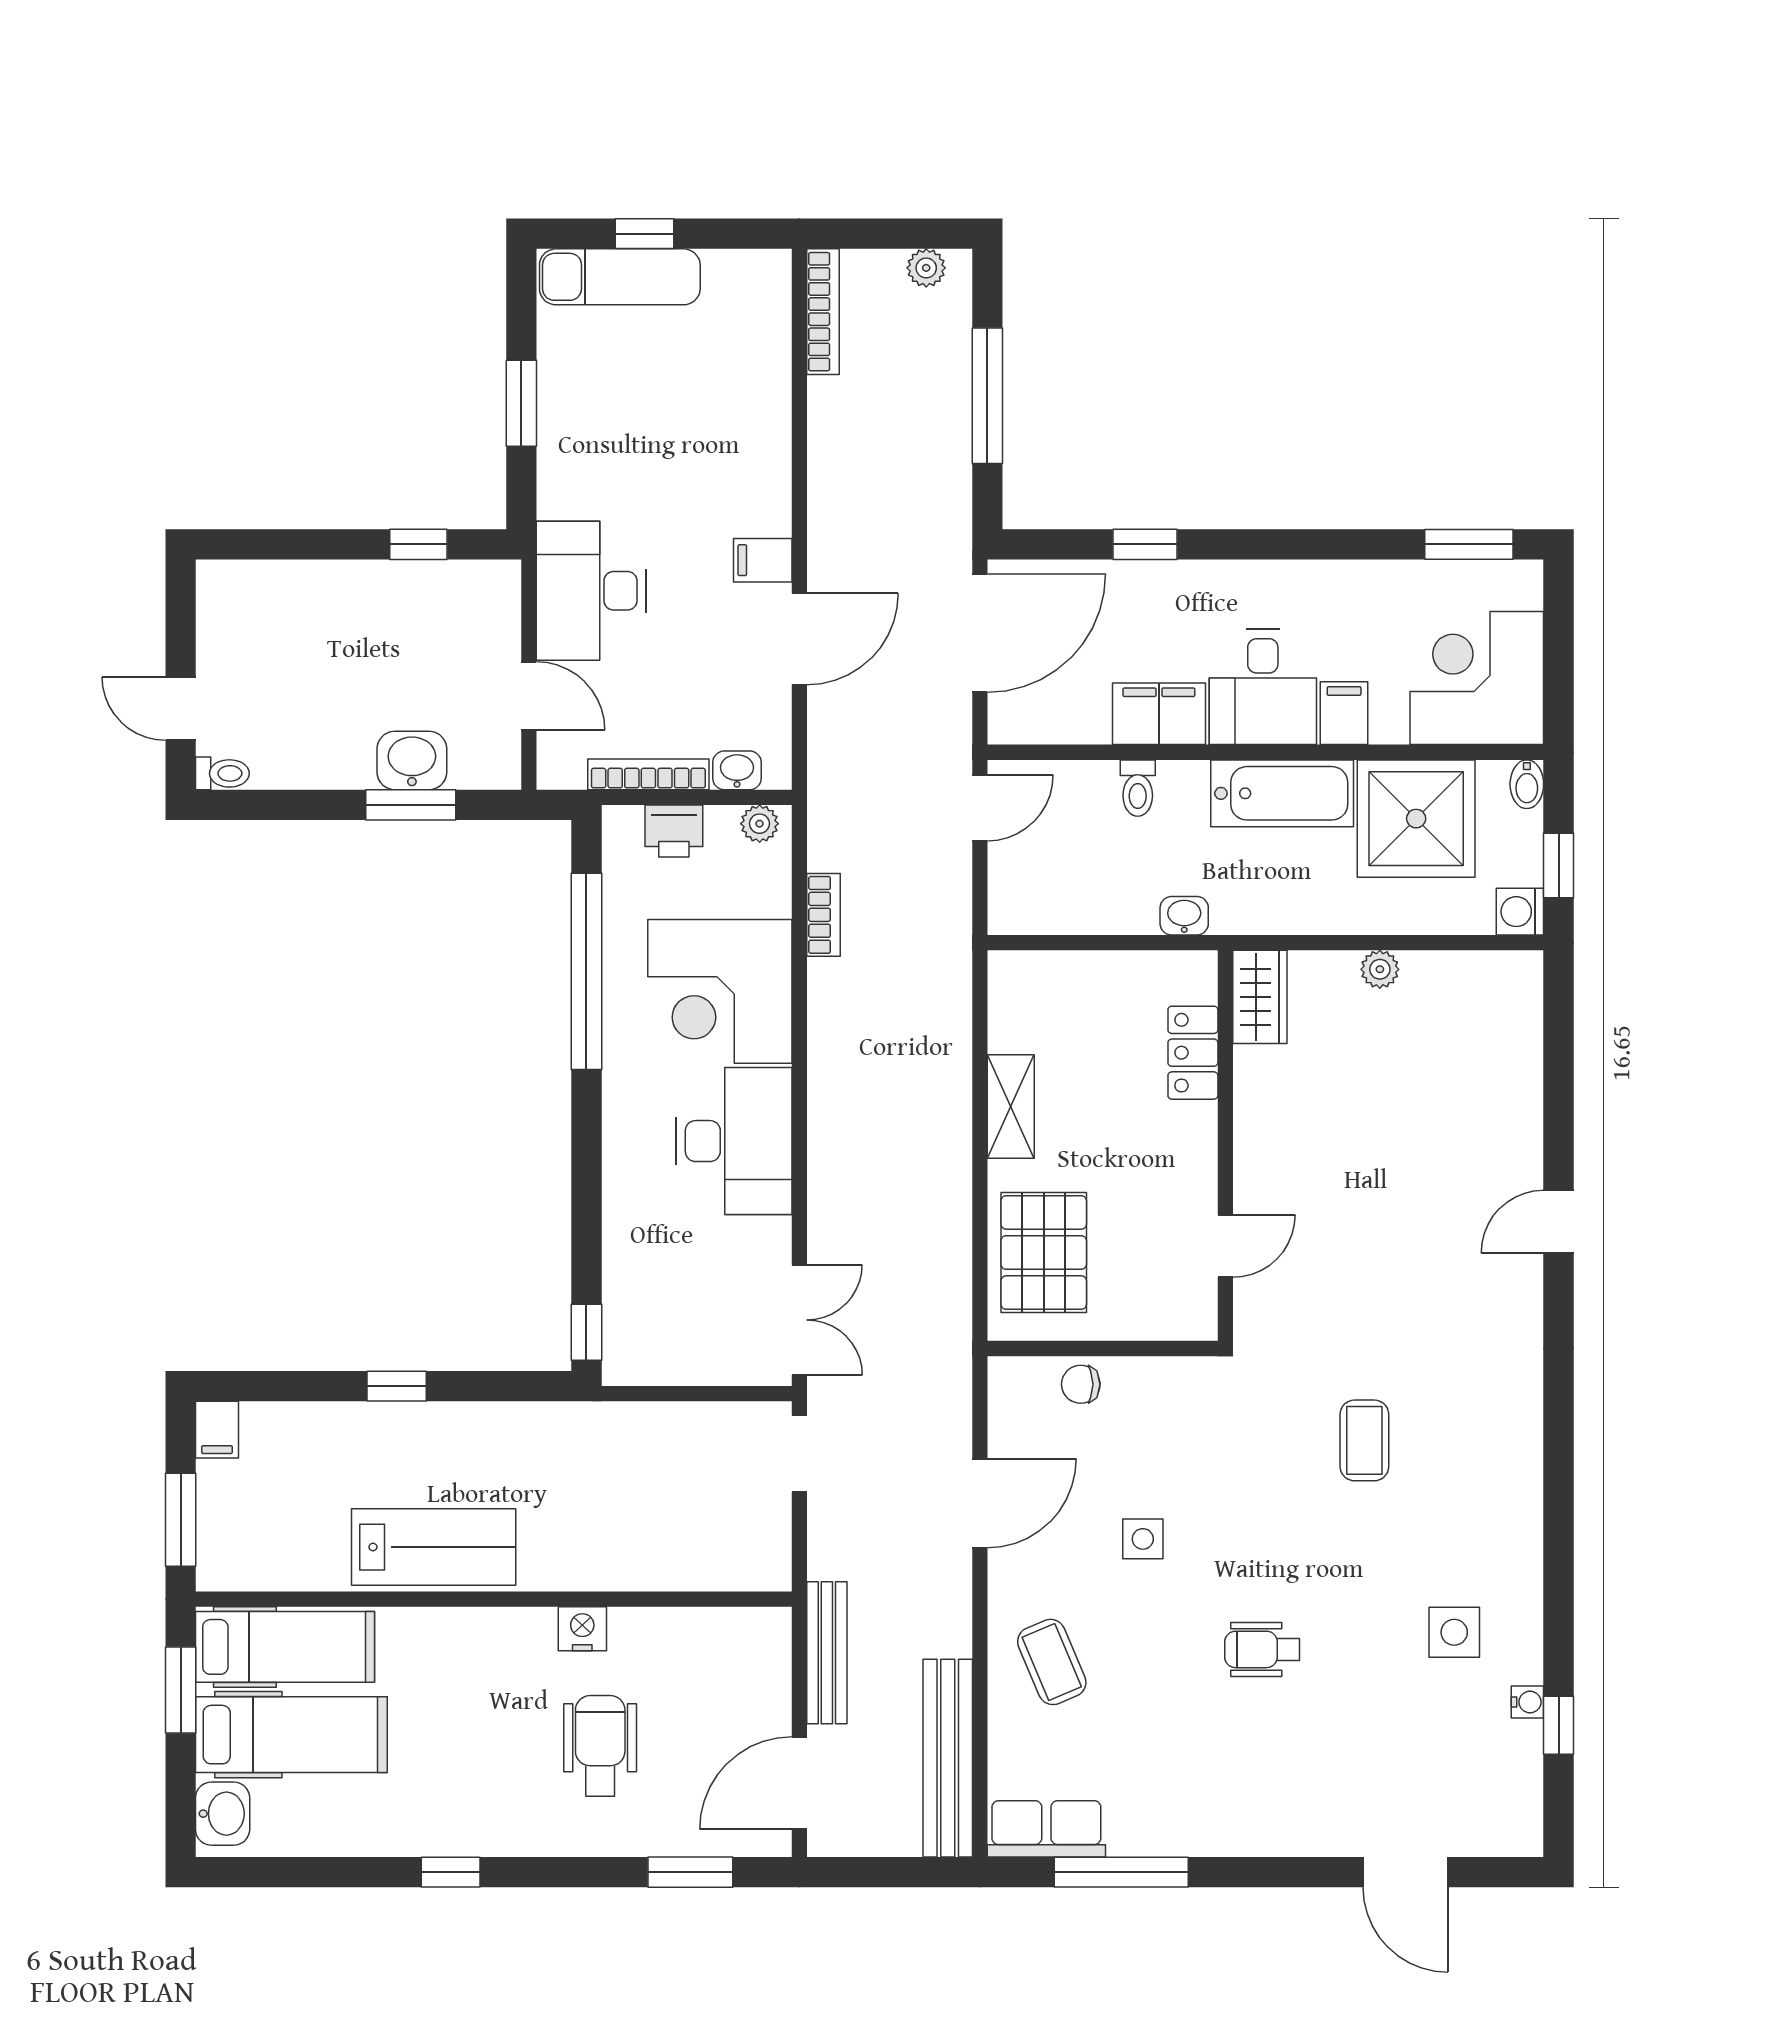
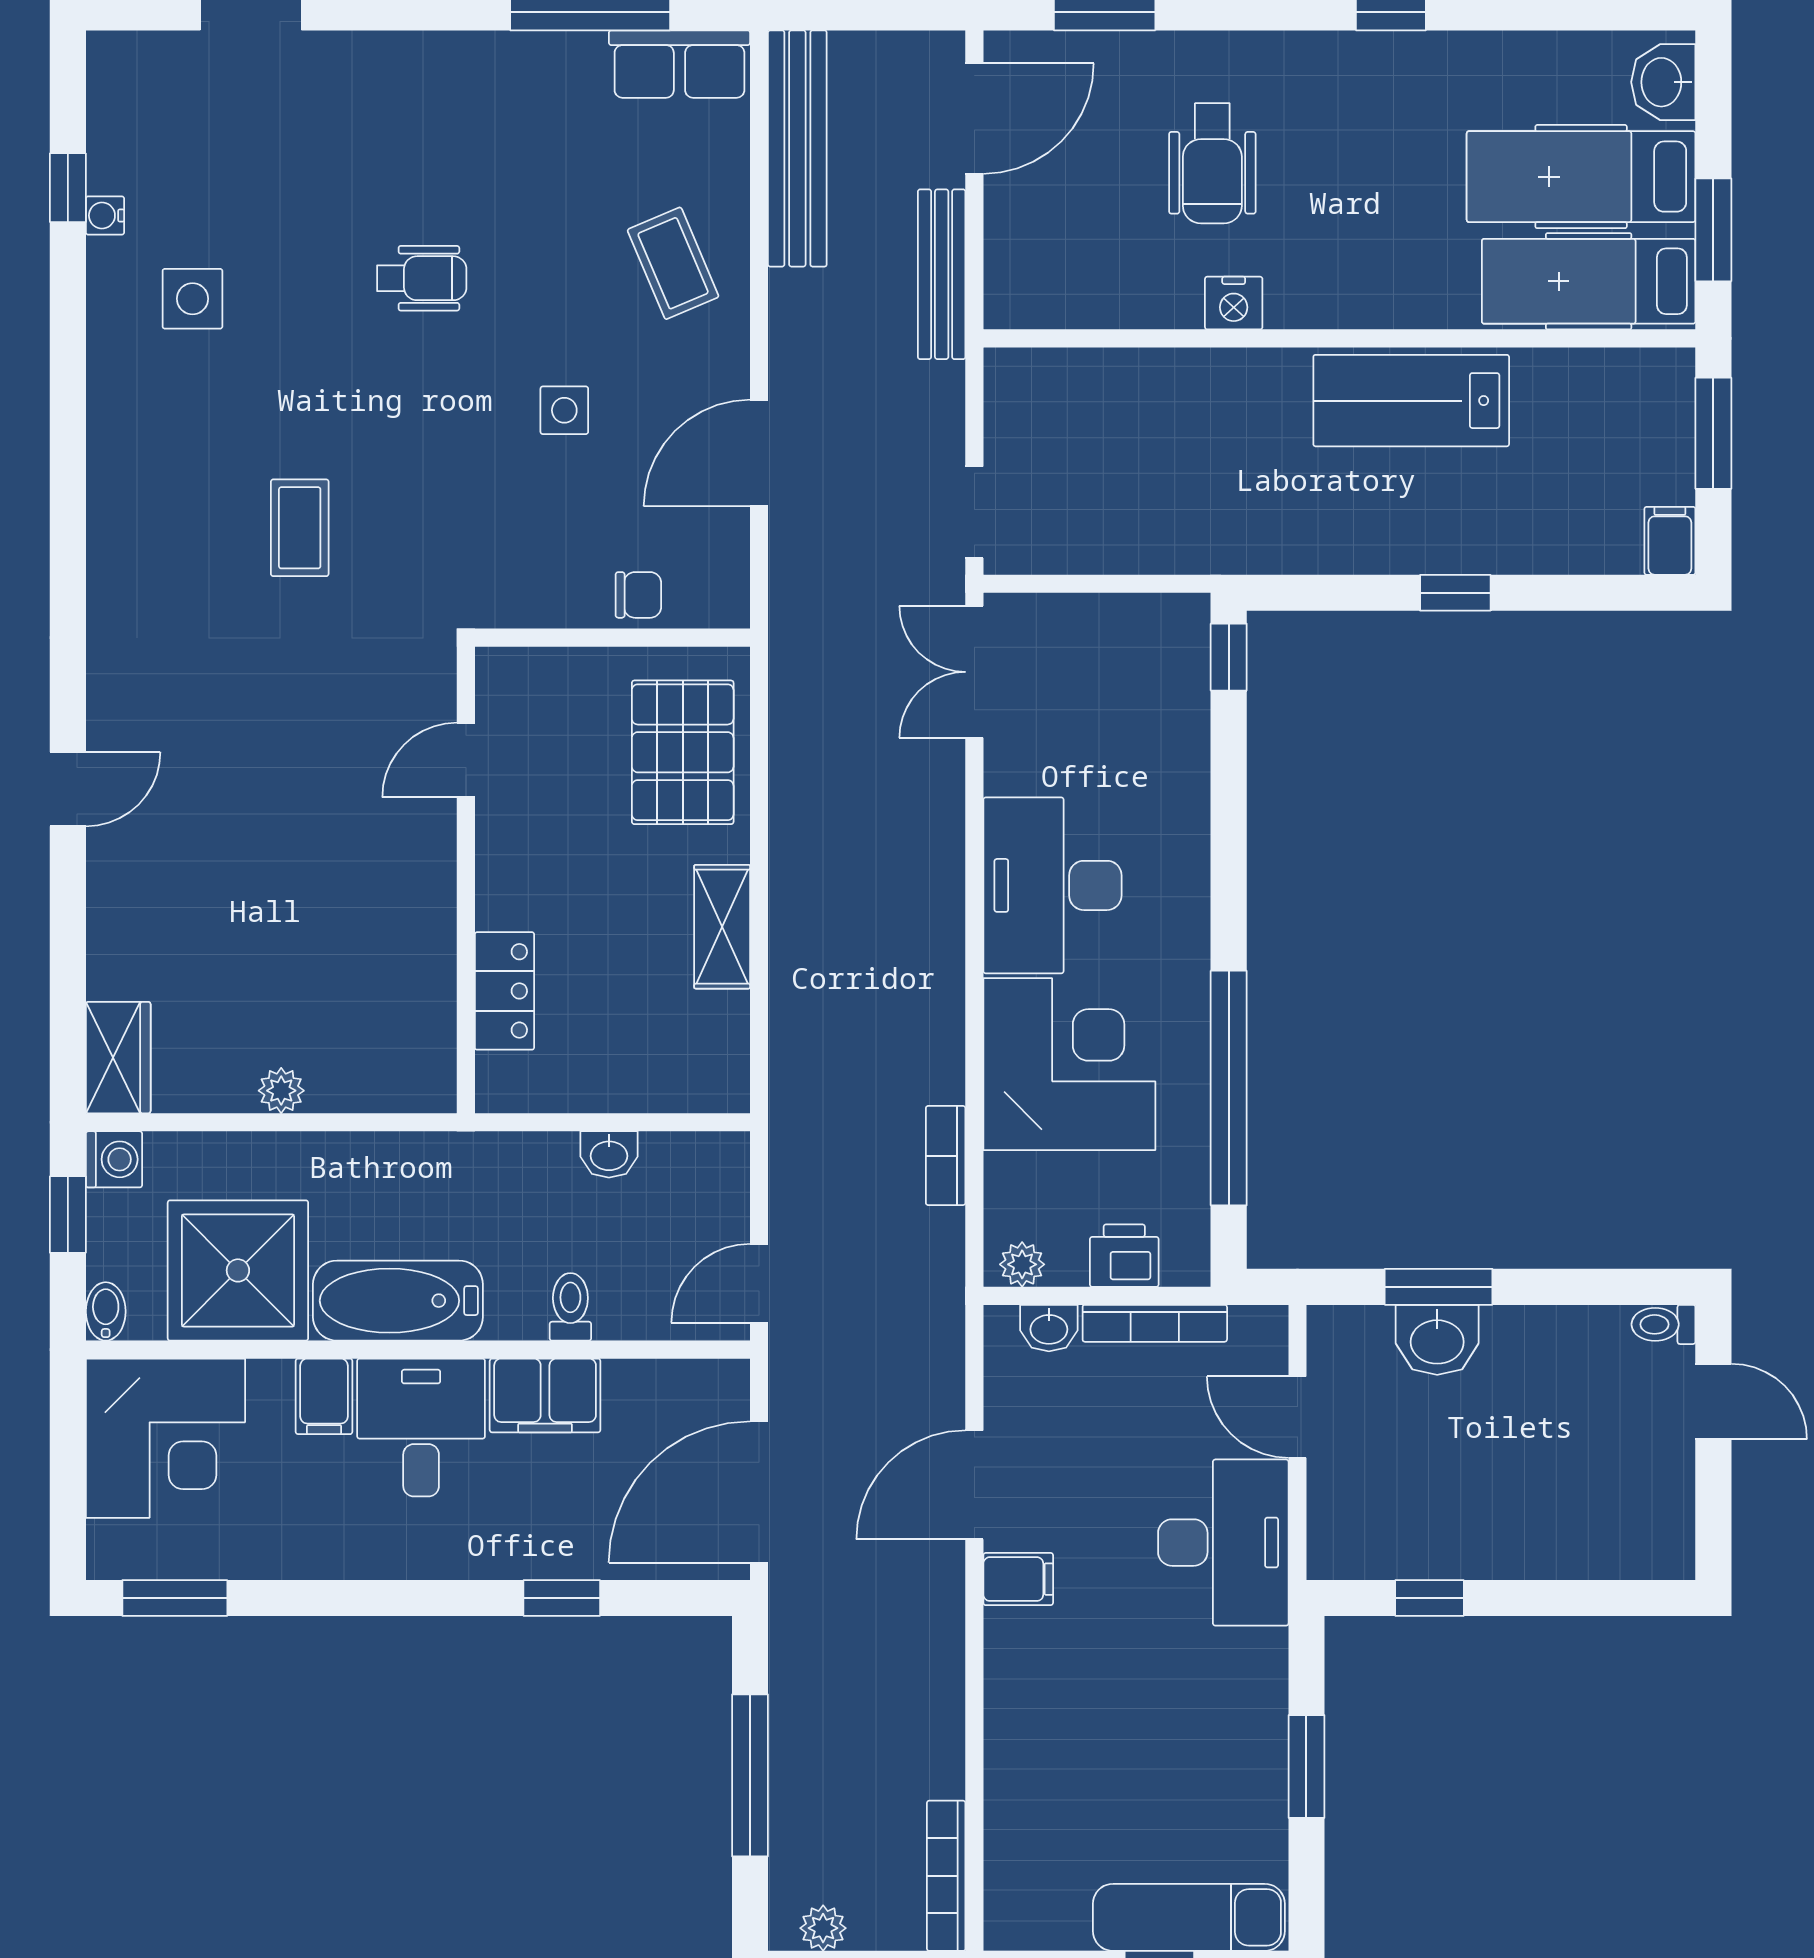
washbasin: (1184, 916) -> (609, 1154), moved
wardrobe: (1260, 997) -> (118, 1058), moved, turned 180

